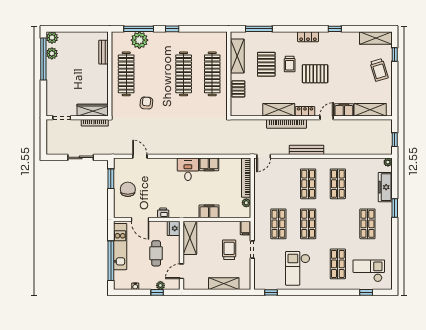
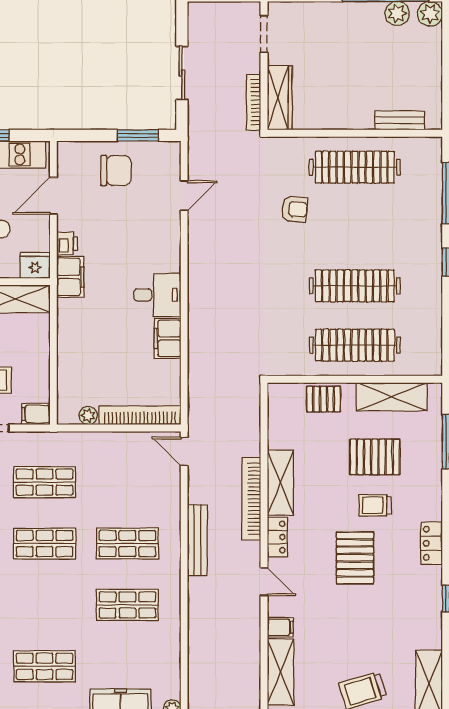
plant: (139, 40) -> (425, 195), removed
filing cabinet: (344, 110) -> (280, 627), width x0.50
filing cabinet: (209, 211) -> (70, 277), moved

